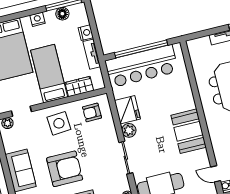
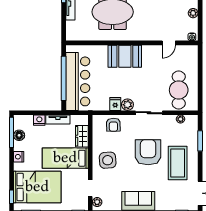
fridge: (127, 110) -> (115, 104), width x0.53, depth x0.75
armchair: (92, 112) -> (113, 125), moved
booth: (189, 131) -> (125, 56), moved
armchair: (65, 169) -> (148, 152), moved
door: (216, 174) -> (169, 43), moved

